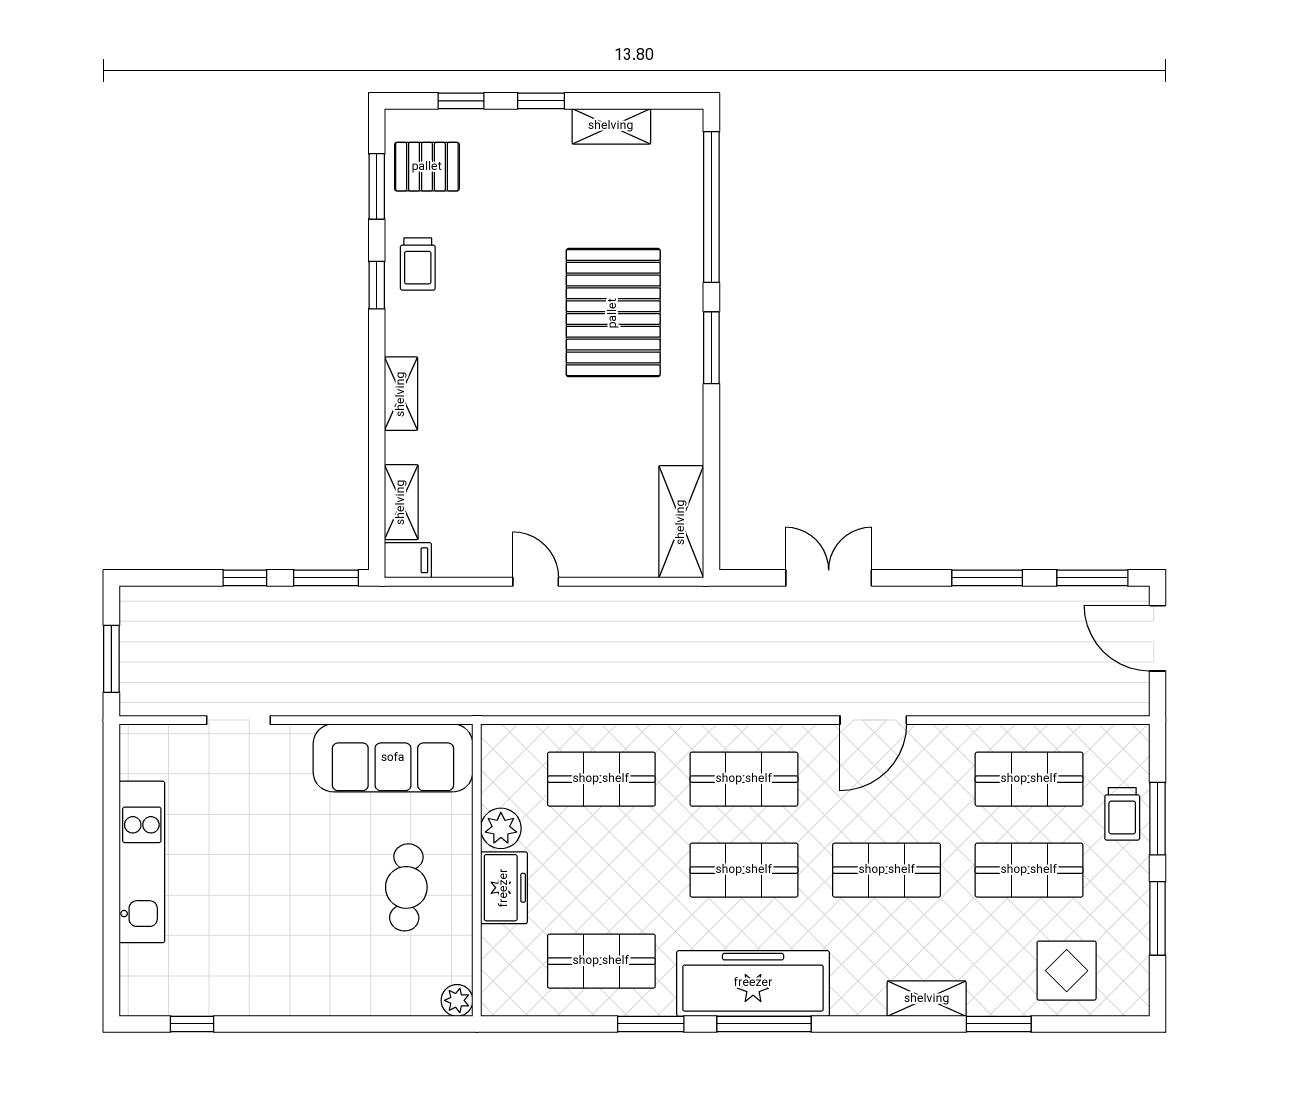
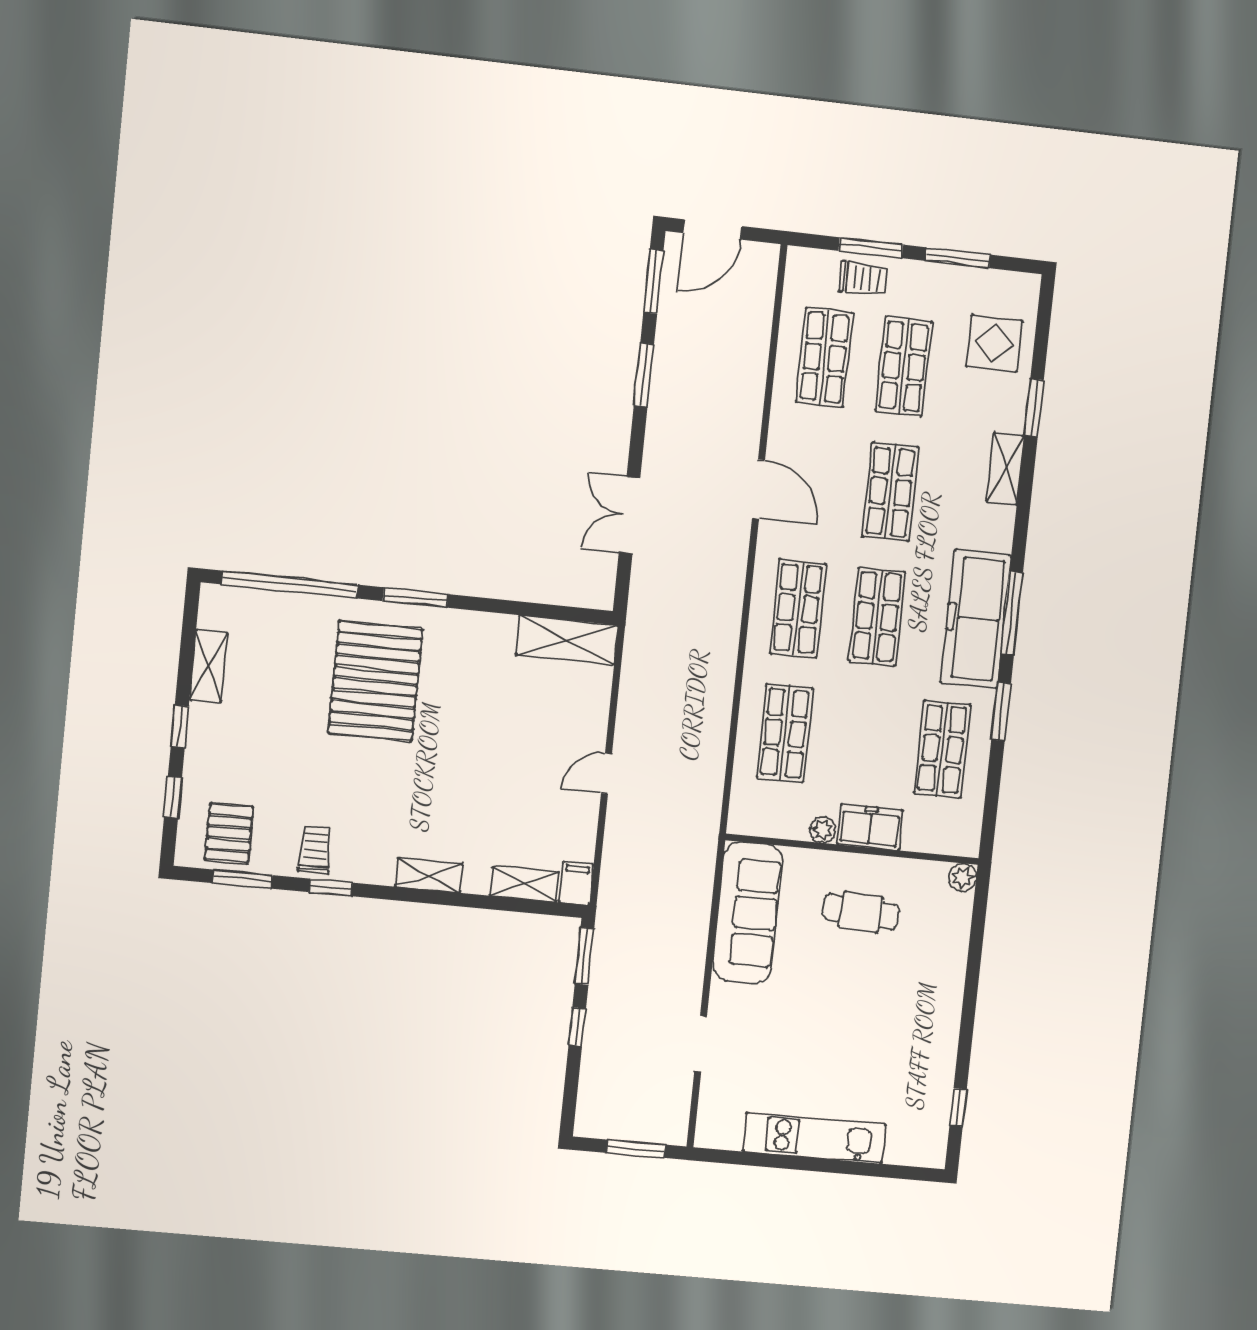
trolley: (418, 264) -> (315, 850), turned -90
pallet: (613, 313) -> (375, 681), turned 90
plant: (501, 828) -> (823, 830), width x0.73, depth x0.73

